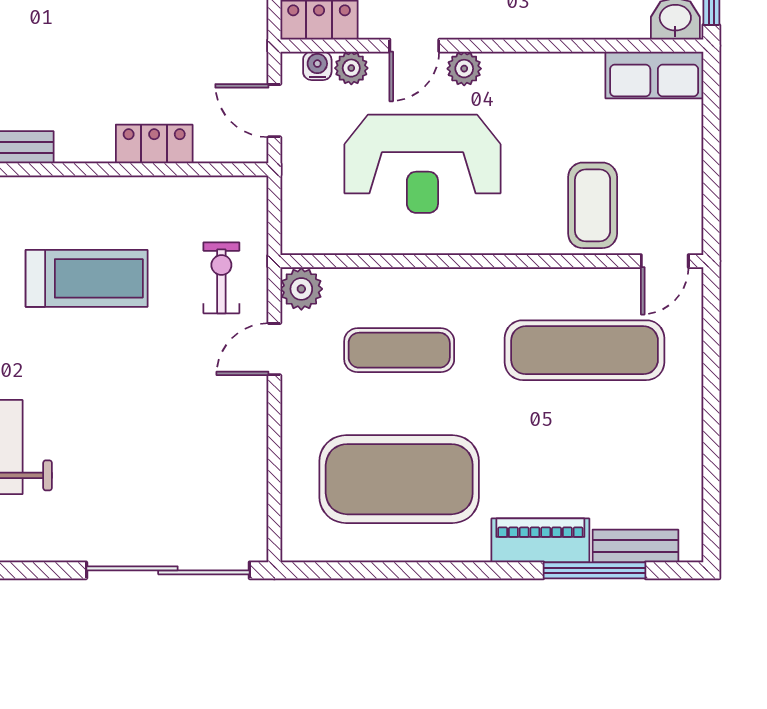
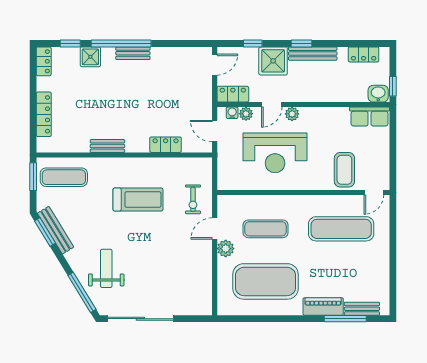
exercise bike: (221, 278) -> (193, 199), turned 180
plant: (301, 289) -> (226, 249), moved
sliding door: (168, 570) -> (140, 319), moved

